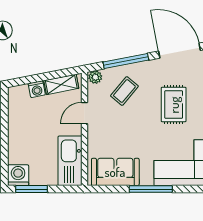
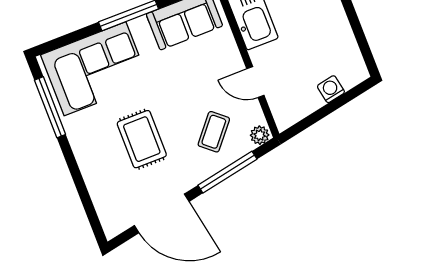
shelving: (61, 84) -> (301, 108), removed
door: (85, 113) -> (255, 82), swing flipped

